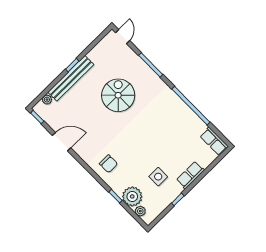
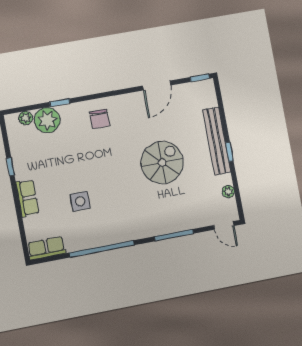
spiral stairs: (118, 95) -> (162, 163), moved, turned -90
plant: (47, 100) -> (228, 191), moved
chair: (108, 164) -> (99, 119), turned -90
side table: (158, 177) -> (80, 201), moved

